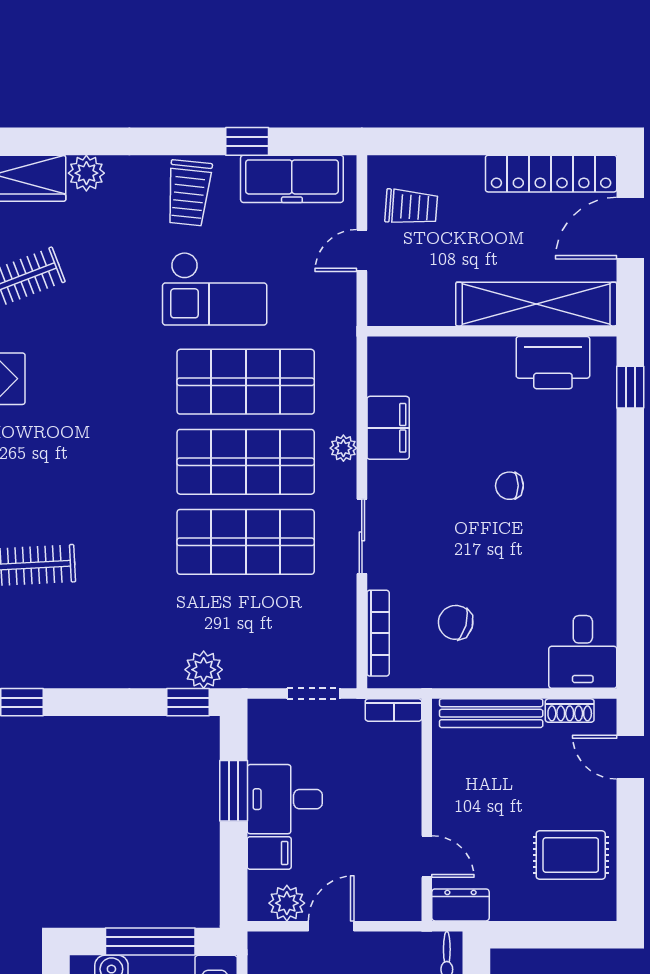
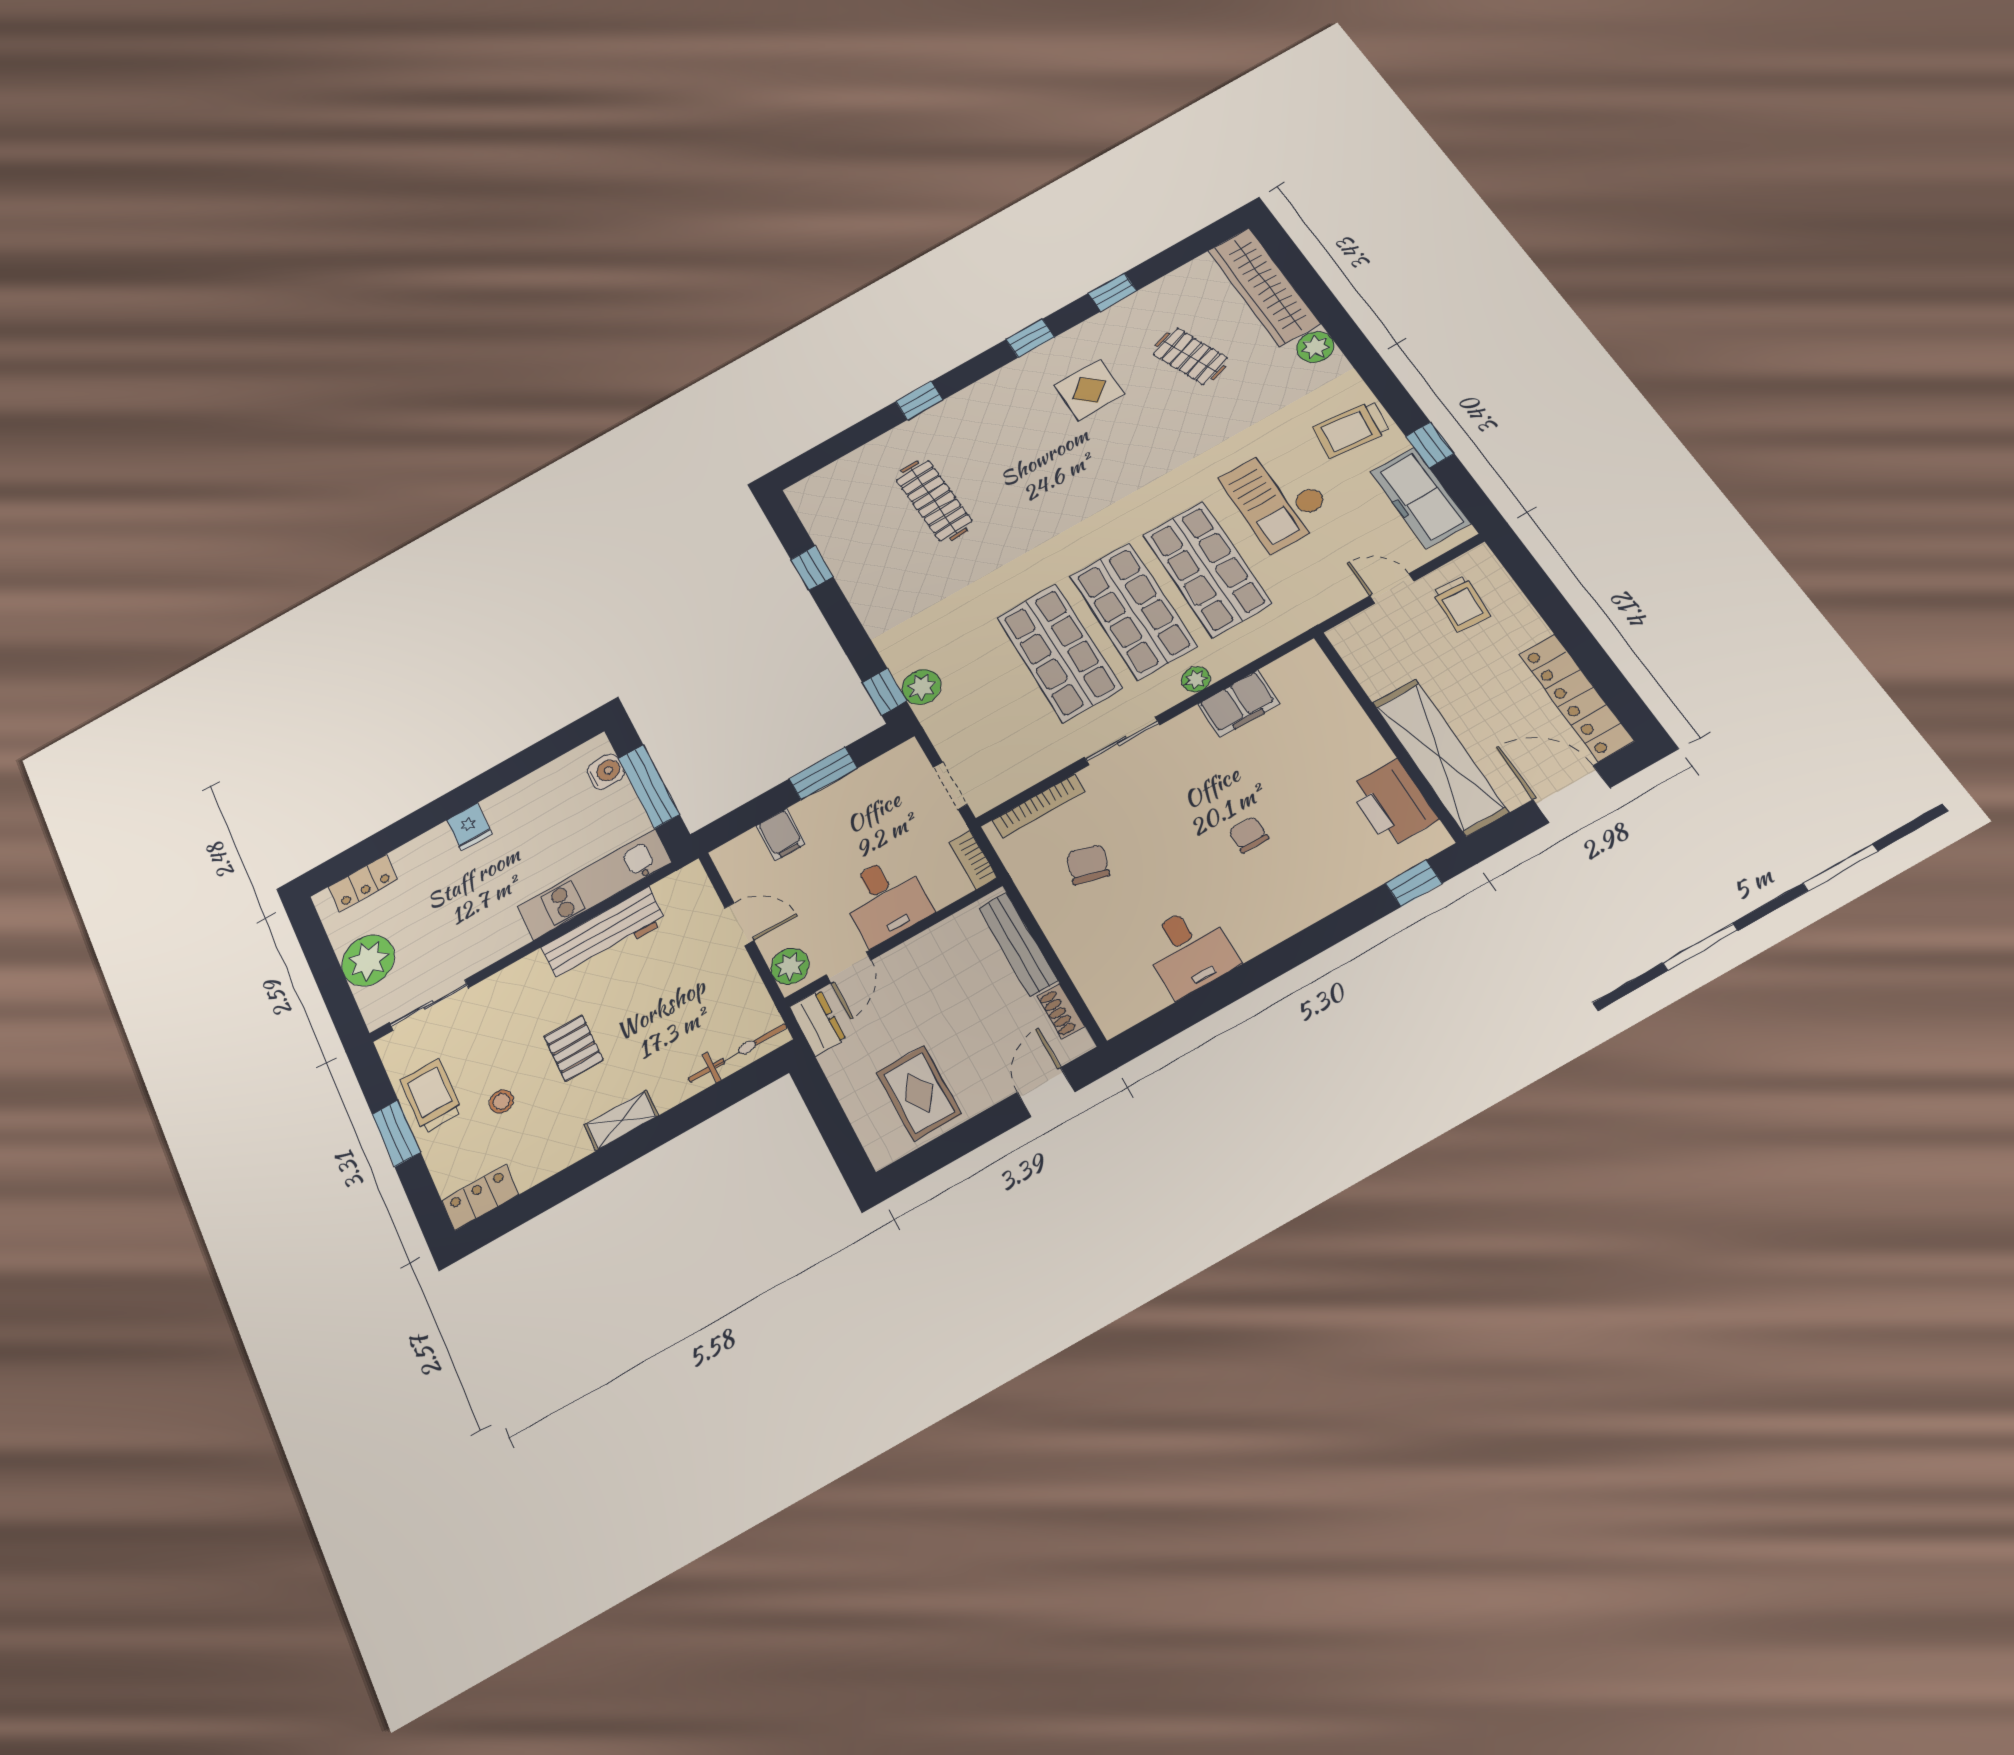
desk: (583, 652) -> (1189, 951), moved, turned -90
desk: (285, 799) -> (885, 899), moved, turned 180
plant: (287, 903) -> (790, 966), moved

